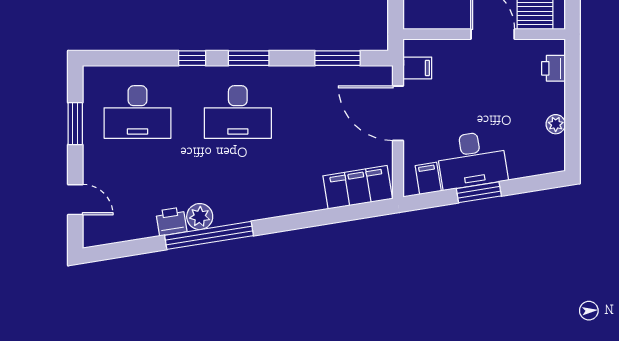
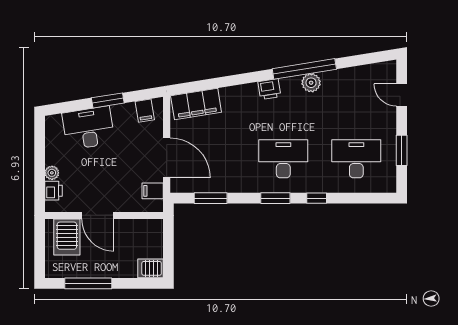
plant: (556, 124) -> (52, 173), moved
desk: (472, 160) -> (88, 128), moved
printer: (171, 221) -> (269, 89), moved

